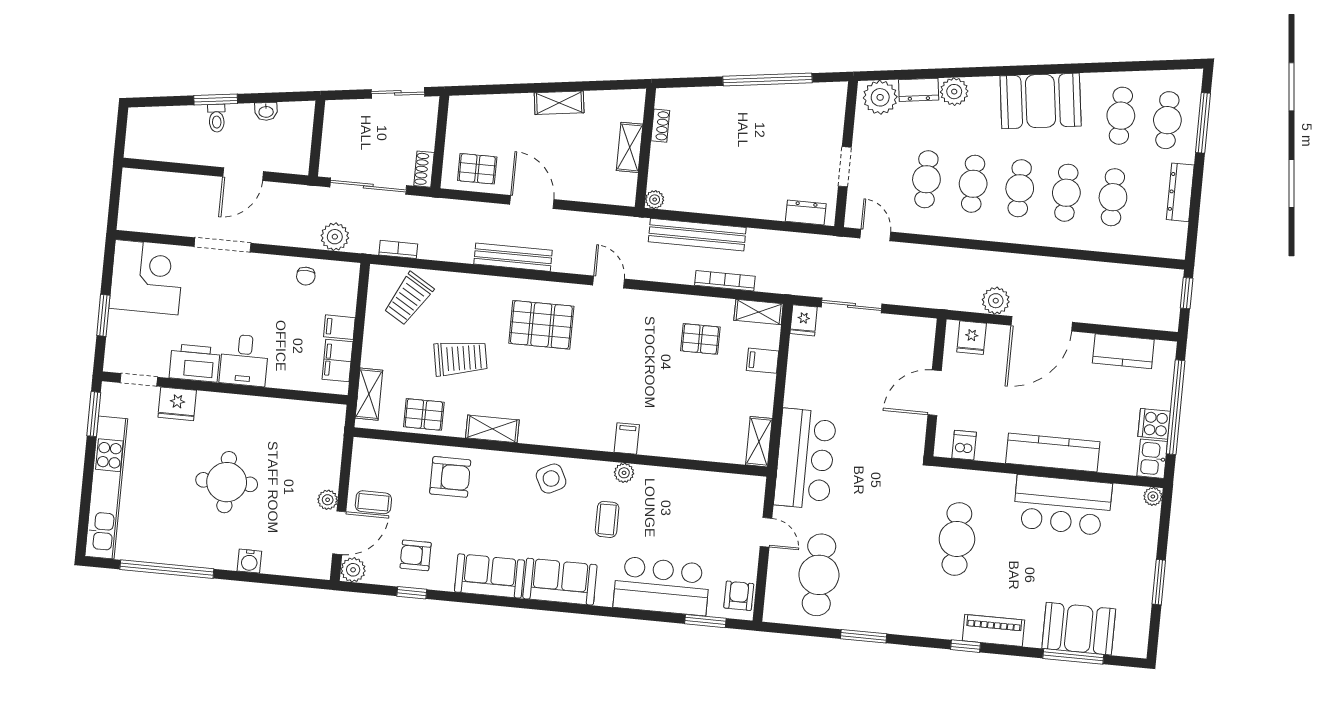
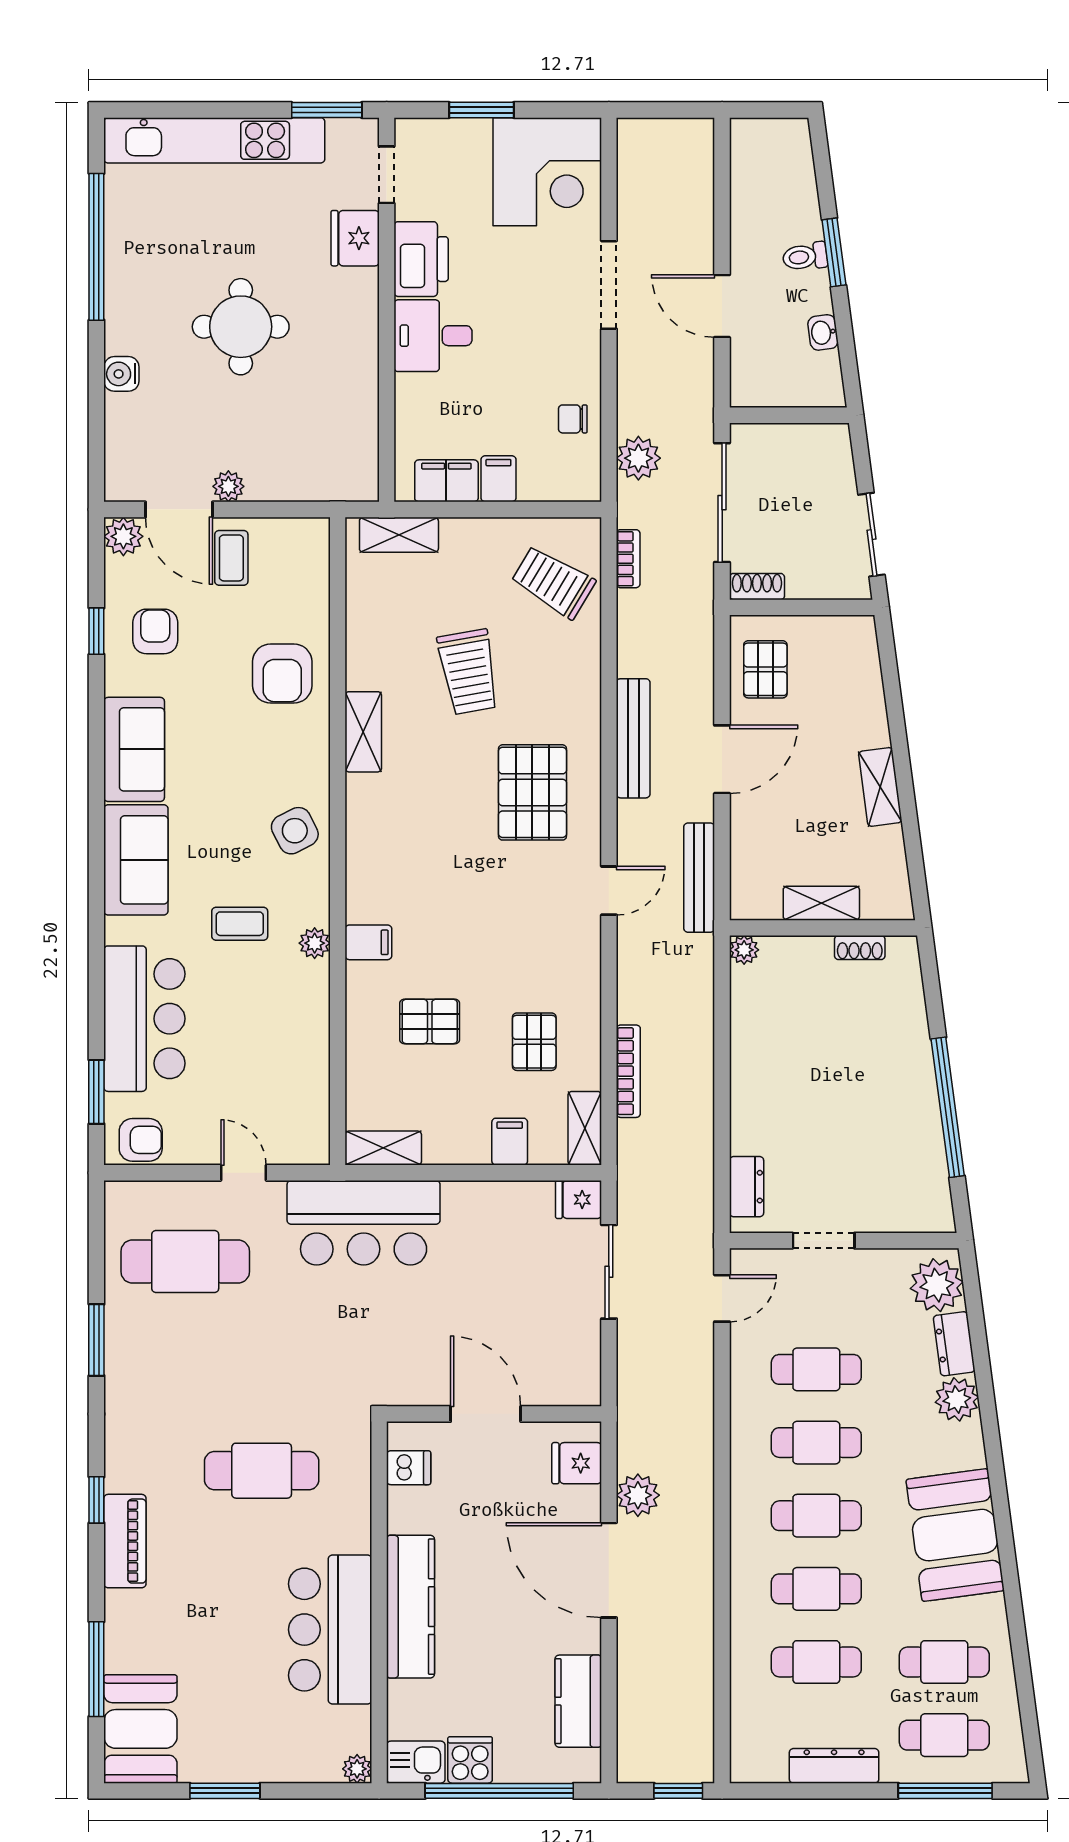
bench: (697, 235) -> (699, 878), moved, width x0.73, depth x0.82
pallet: (424, 414) -> (430, 1021), moved, turned 90
door: (766, 532) -> (243, 1173), swing flipped
booth: (1079, 629) -> (140, 1729), moved

